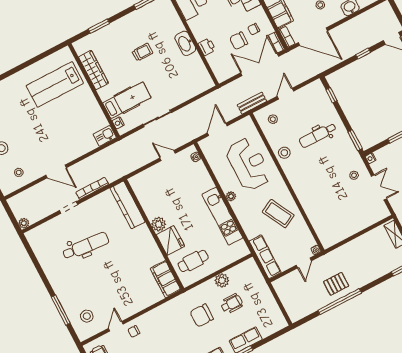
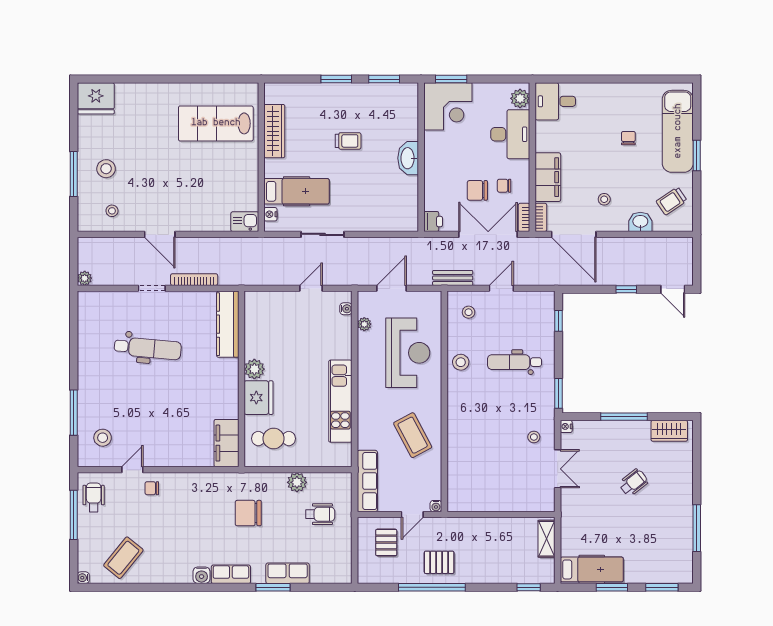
window: (99, 26) -> (336, 79), moved
printer: (207, 47) -> (433, 222), moved
door: (167, 156) -> (311, 288), hinge flipped
plant: (231, 196) -> (364, 324), moved
pallet: (297, 289) -> (386, 543), added
wheelchair: (232, 304) -> (320, 514), moved

